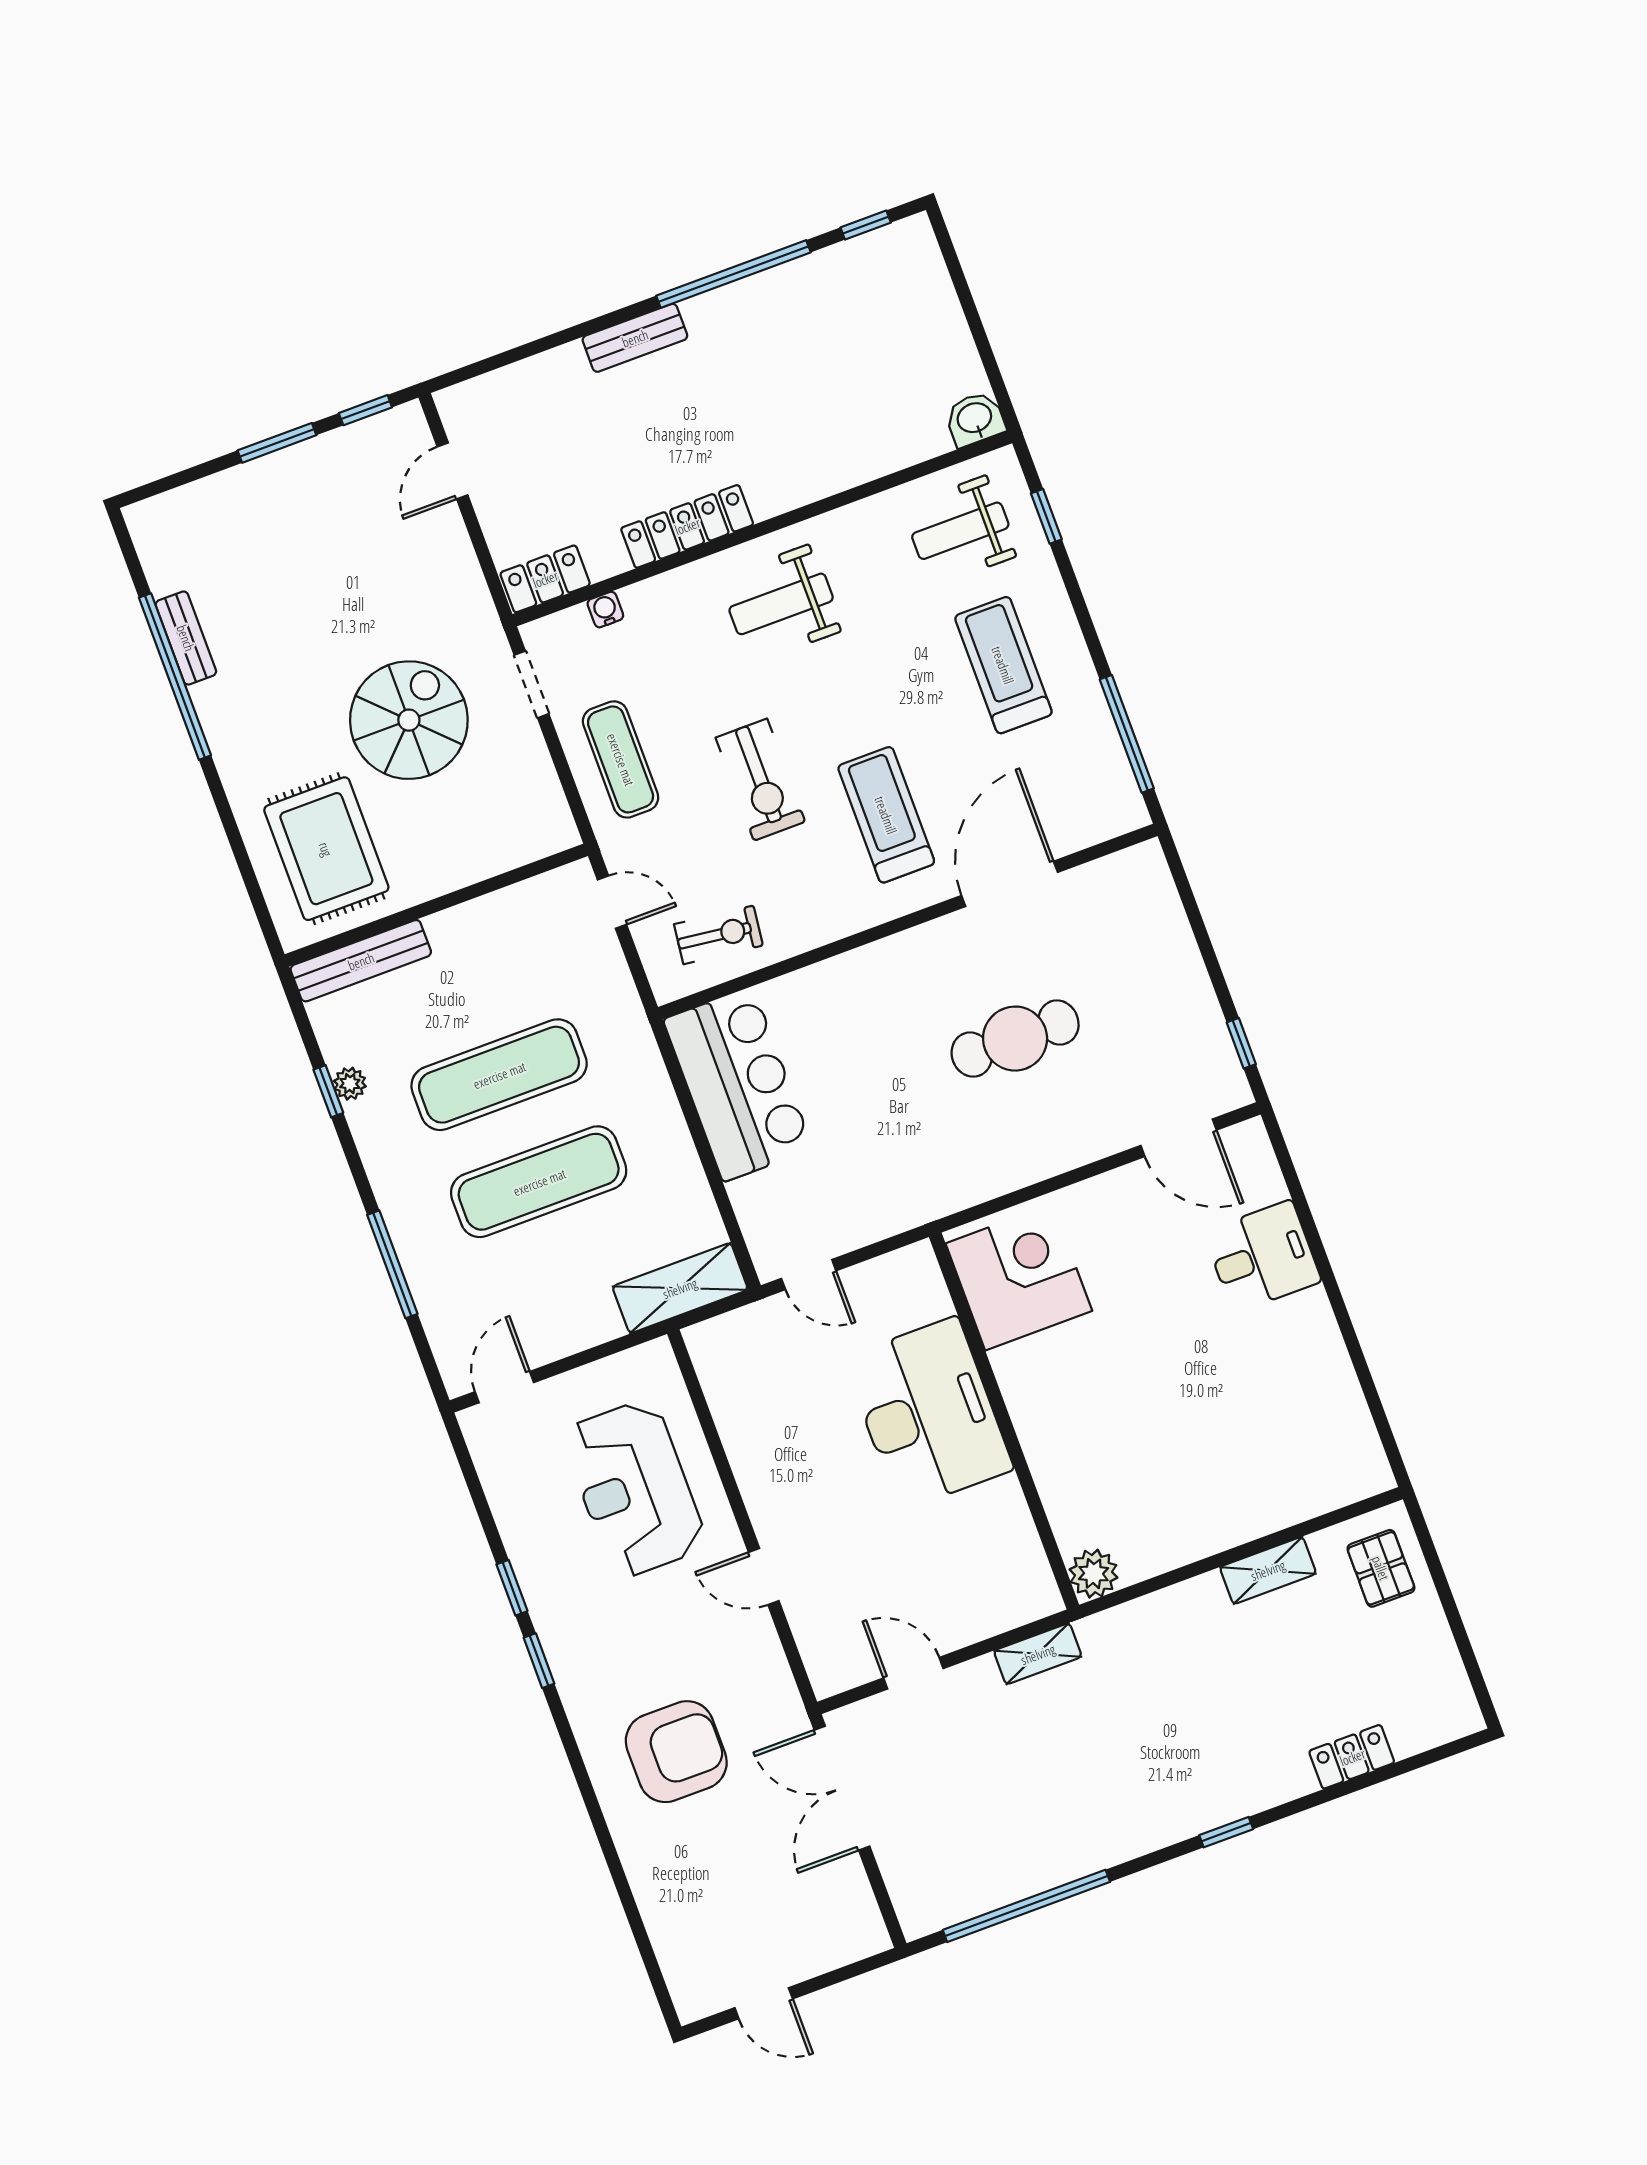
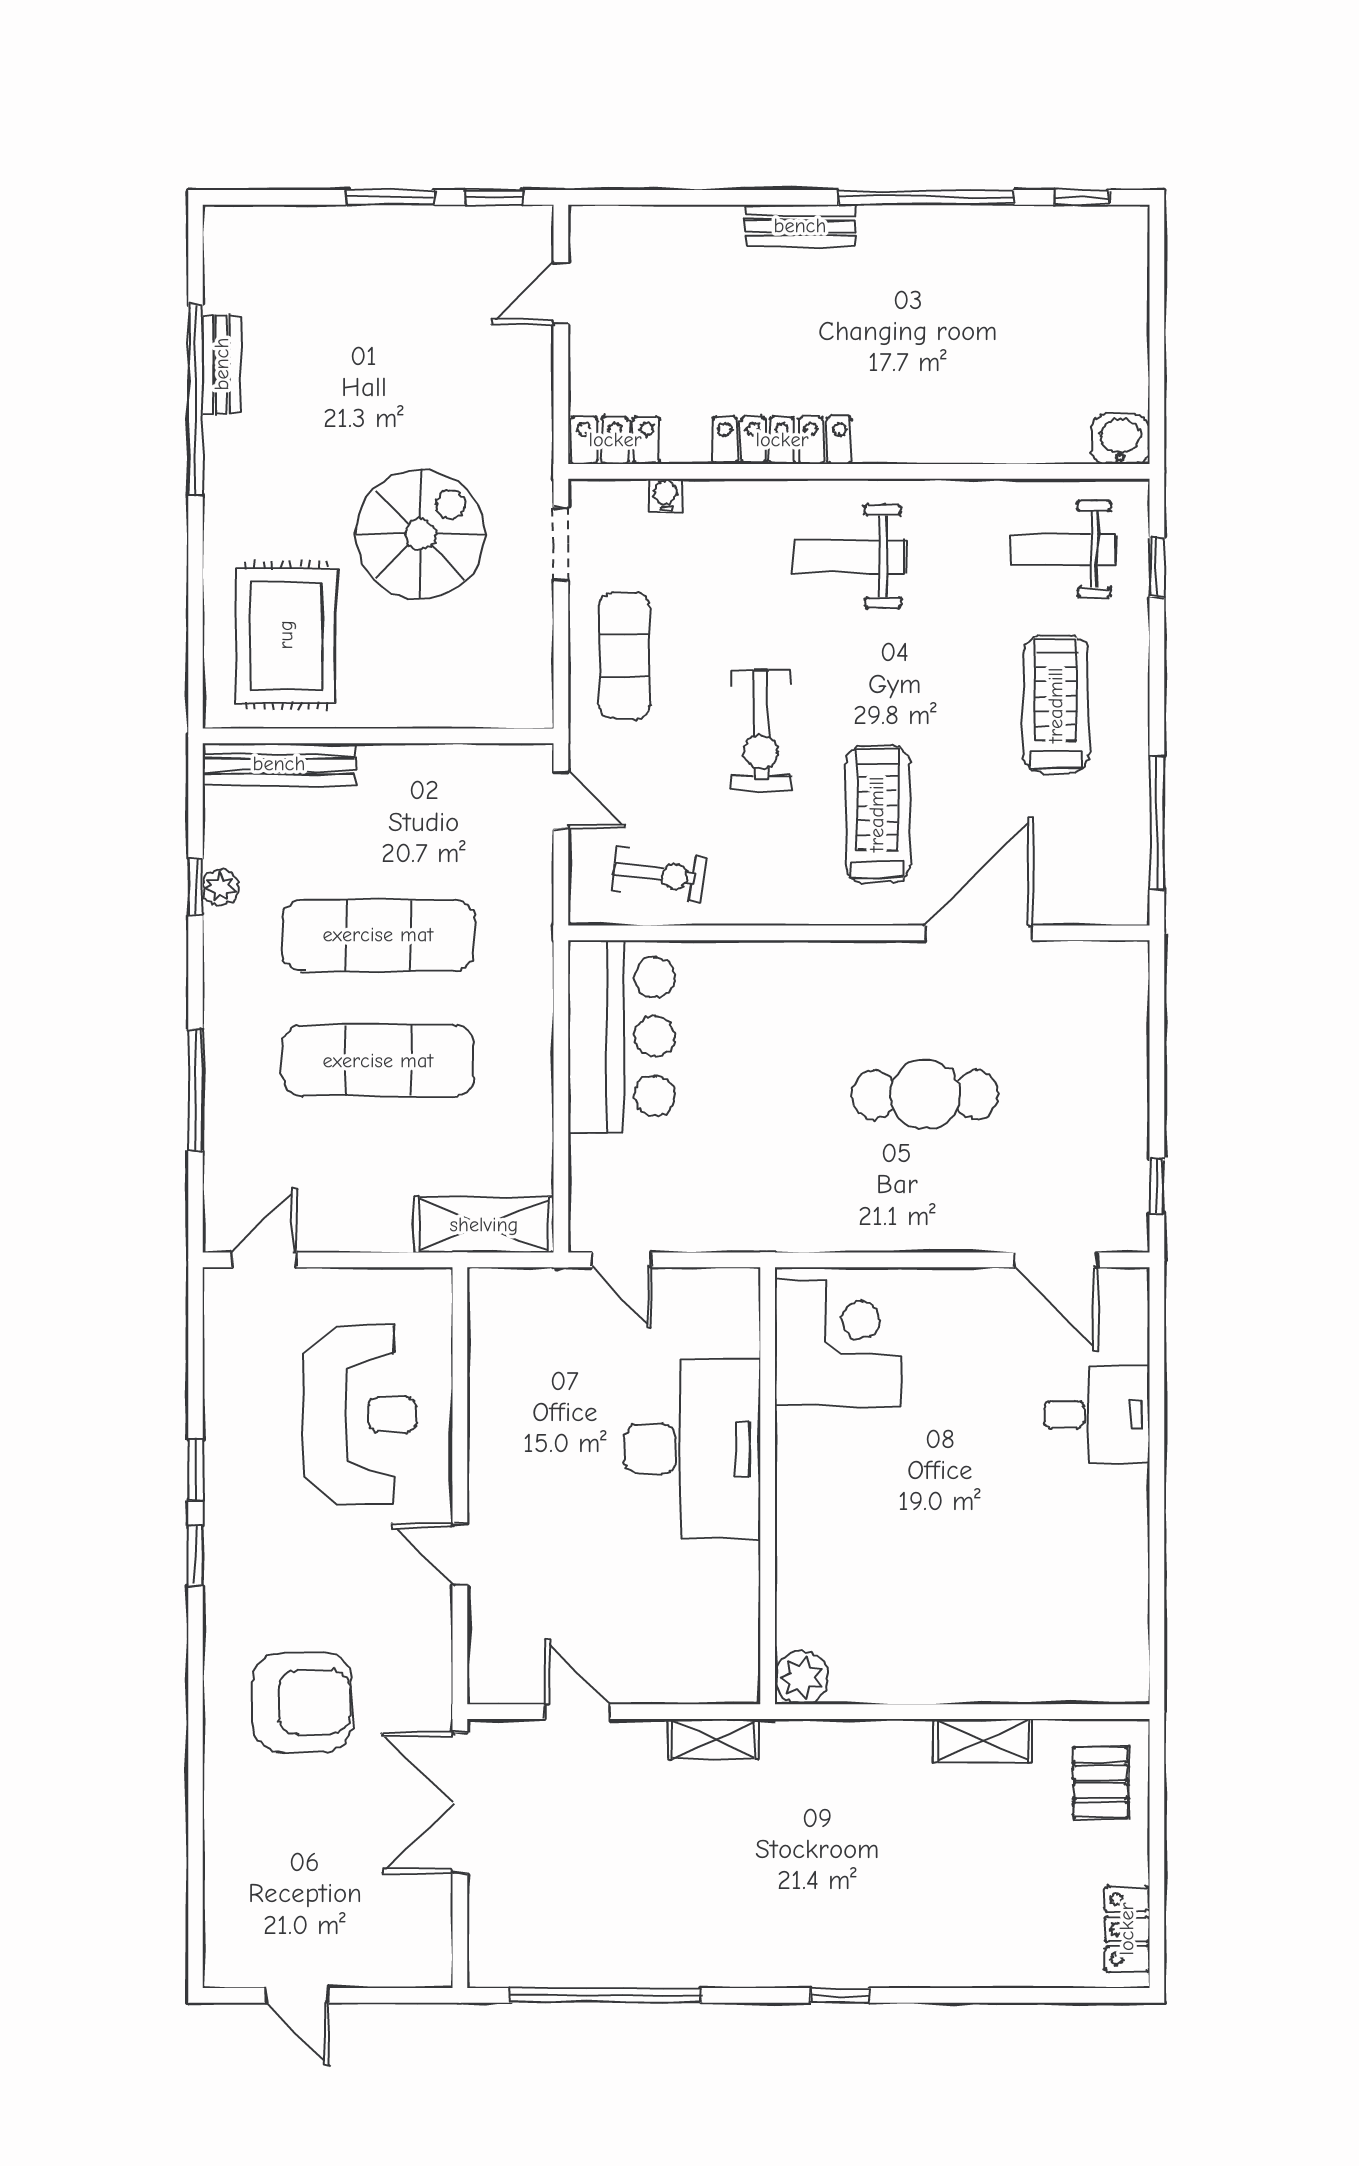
reception desk: (634, 1489) -> (360, 1414), turned 180
locker: (1352, 1757) -> (1127, 1929), moved, turned -90

